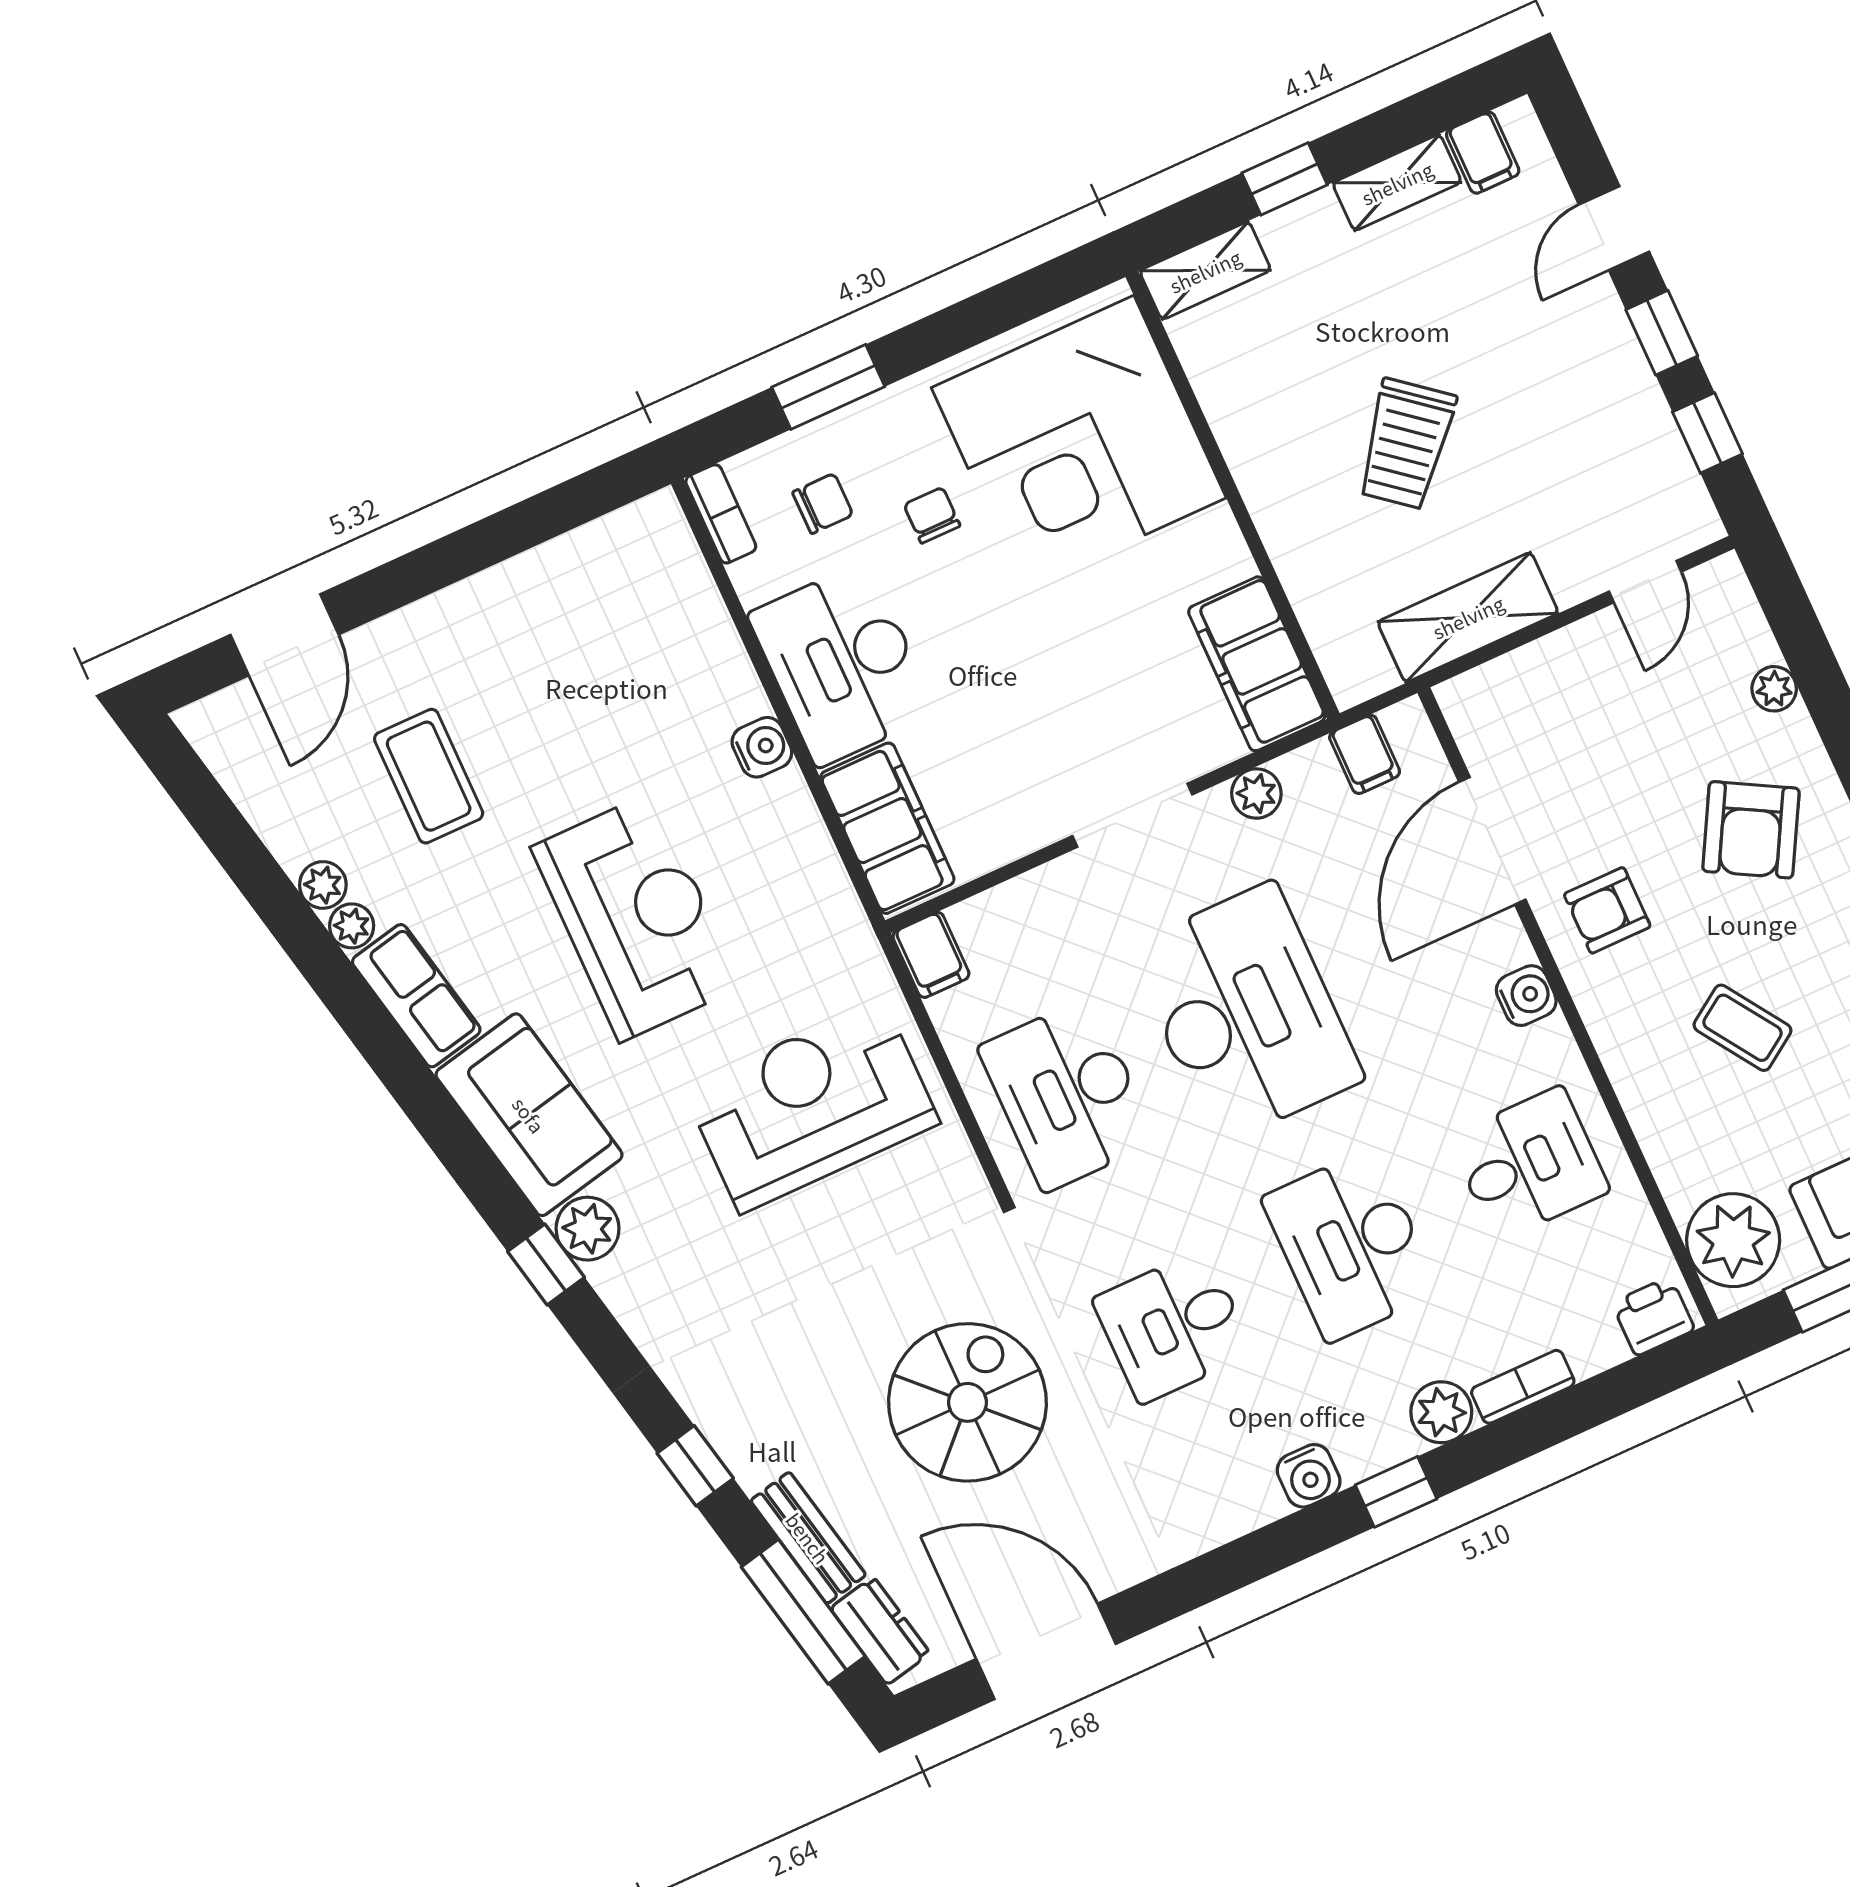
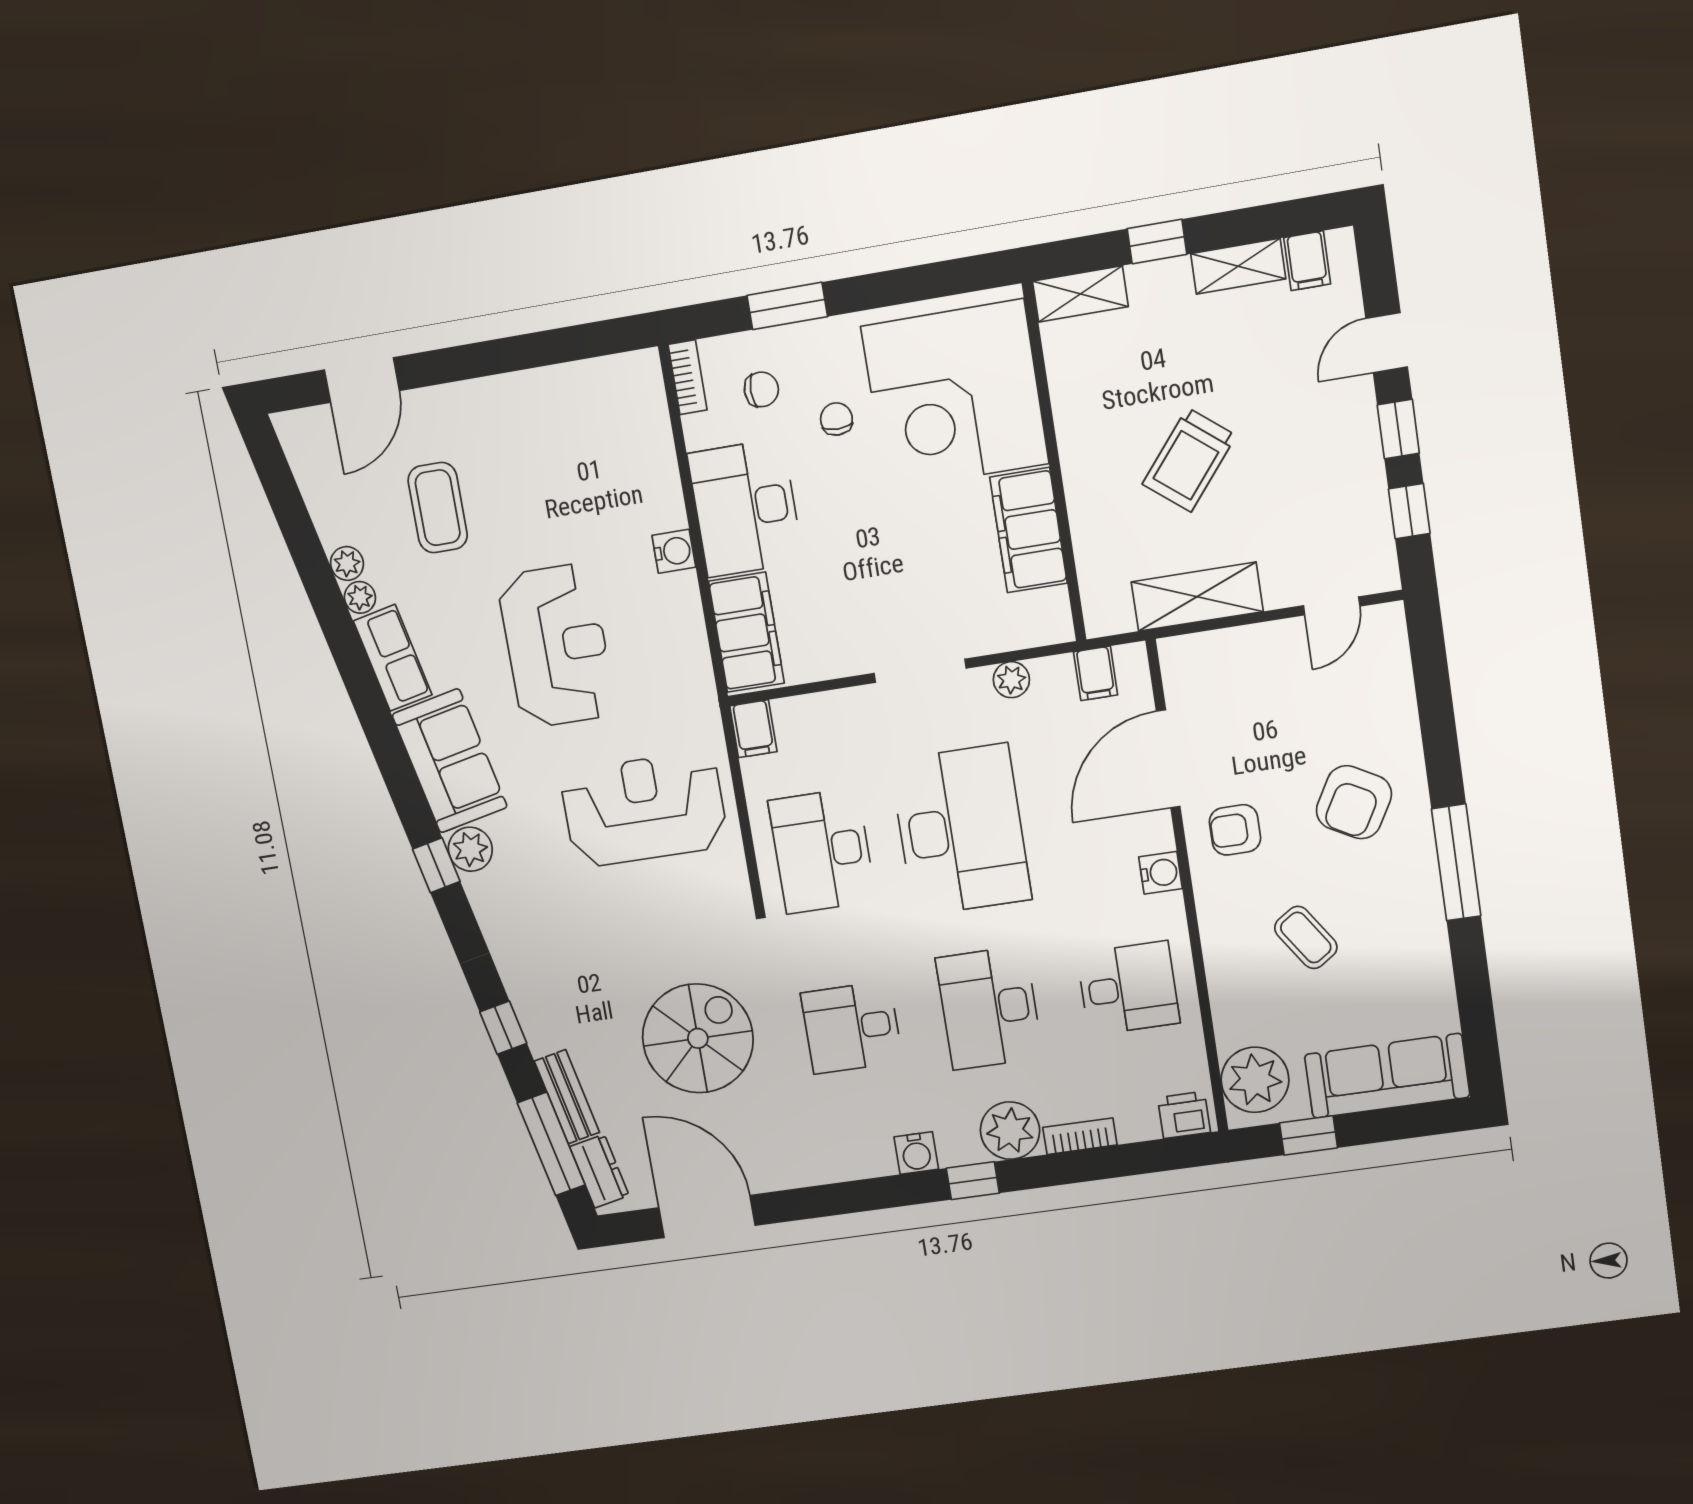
filing cabinet: (1257, 664) -> (1028, 530), moved
plant: (1774, 689) -> (1401, 708), removed
plant: (1441, 1412) -> (1010, 1131), width x1.36, depth x1.36

